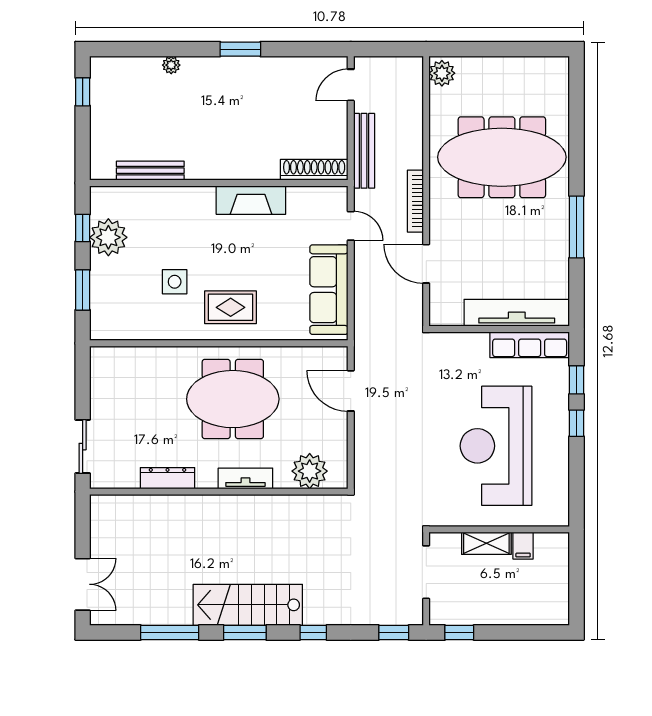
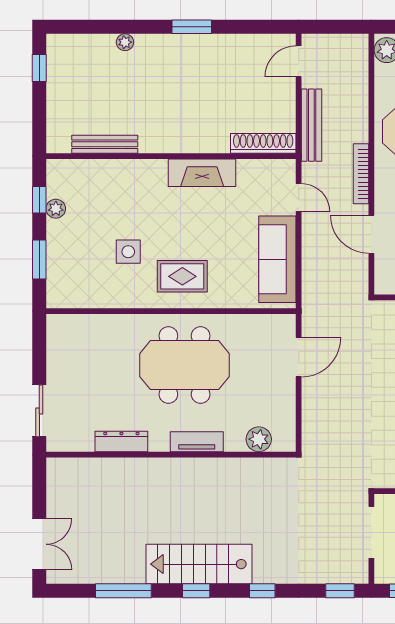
plant: (108, 237) -> (56, 209), width x0.53, depth x0.53
door: (351, 391) -> (299, 357), swing flipped
plant: (310, 471) -> (259, 439), width x0.73, depth x0.73
window: (245, 633) -> (196, 591), width x0.67

